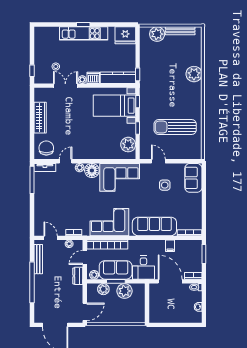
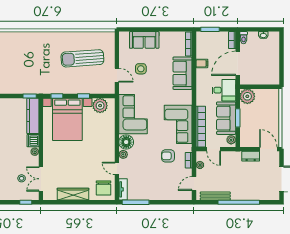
plant: (194, 74) -> (29, 39), removed
double door: (65, 86) -> (41, 179), moved
bed with nightstands: (114, 106) -> (67, 119), width x1.36
sun lounger: (175, 127) -> (82, 58), turned 86
chair: (46, 148) -> (104, 188), turned -90
door: (158, 161) -> (117, 75), swing flipped
sofa: (193, 178) -> (144, 40), moved
armchair: (78, 212) -> (168, 156), added
sofa: (154, 226) -> (182, 73), width x0.73
dresser: (78, 276) -> (251, 156), moved
plant: (103, 289) -> (245, 130), removed
plant: (125, 291) -> (247, 96), moved

